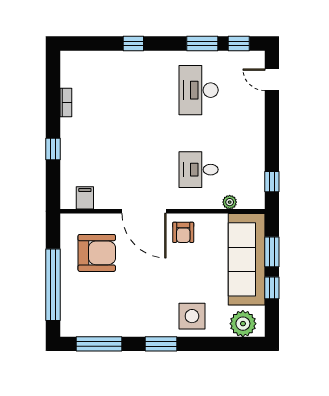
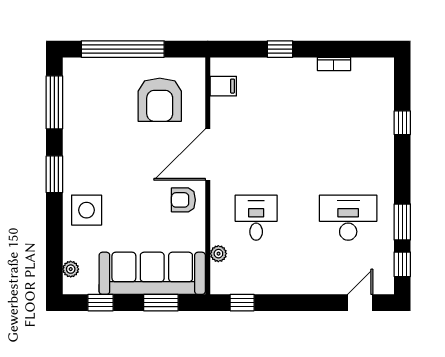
window: (133, 43) -> (402, 123), moved
window: (272, 288) -> (101, 303), moved
plant: (243, 324) -> (71, 269), width x0.53, depth x0.53

